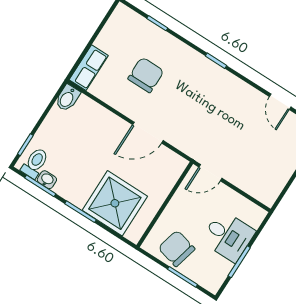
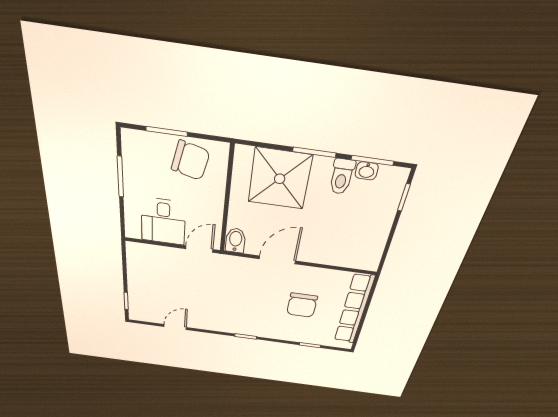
row of seats: (89, 68) -> (354, 309), width x2.02
bidet: (67, 98) -> (235, 240), moved
door: (280, 102) -> (175, 327), hinge flipped
toilet: (35, 163) -> (342, 177), moved
desk: (228, 236) -> (163, 222), moved, turned -90

